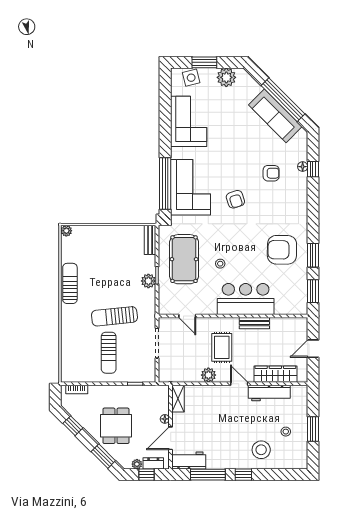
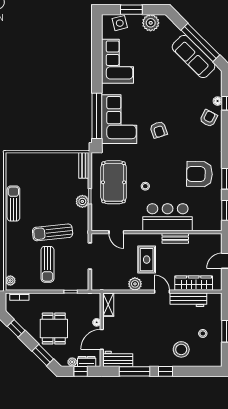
armchair: (271, 173) -> (209, 118), moved, turned -62
plant: (66, 231) -> (10, 280), moved

